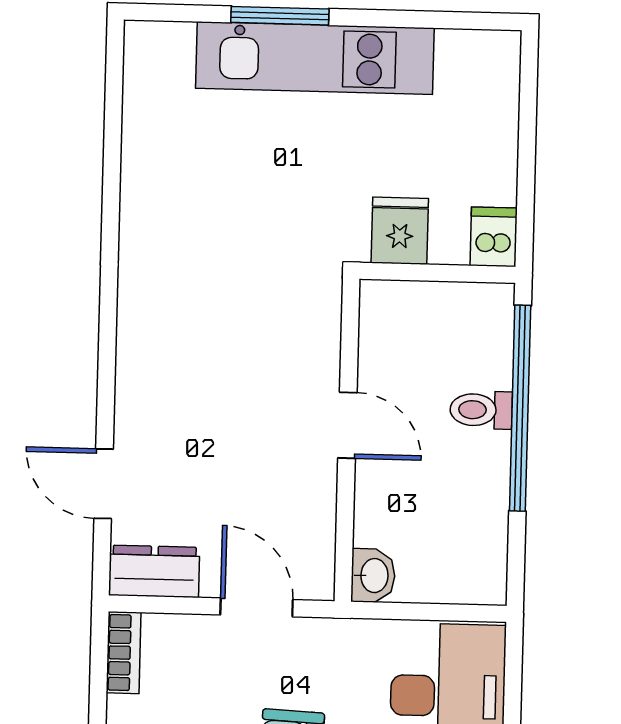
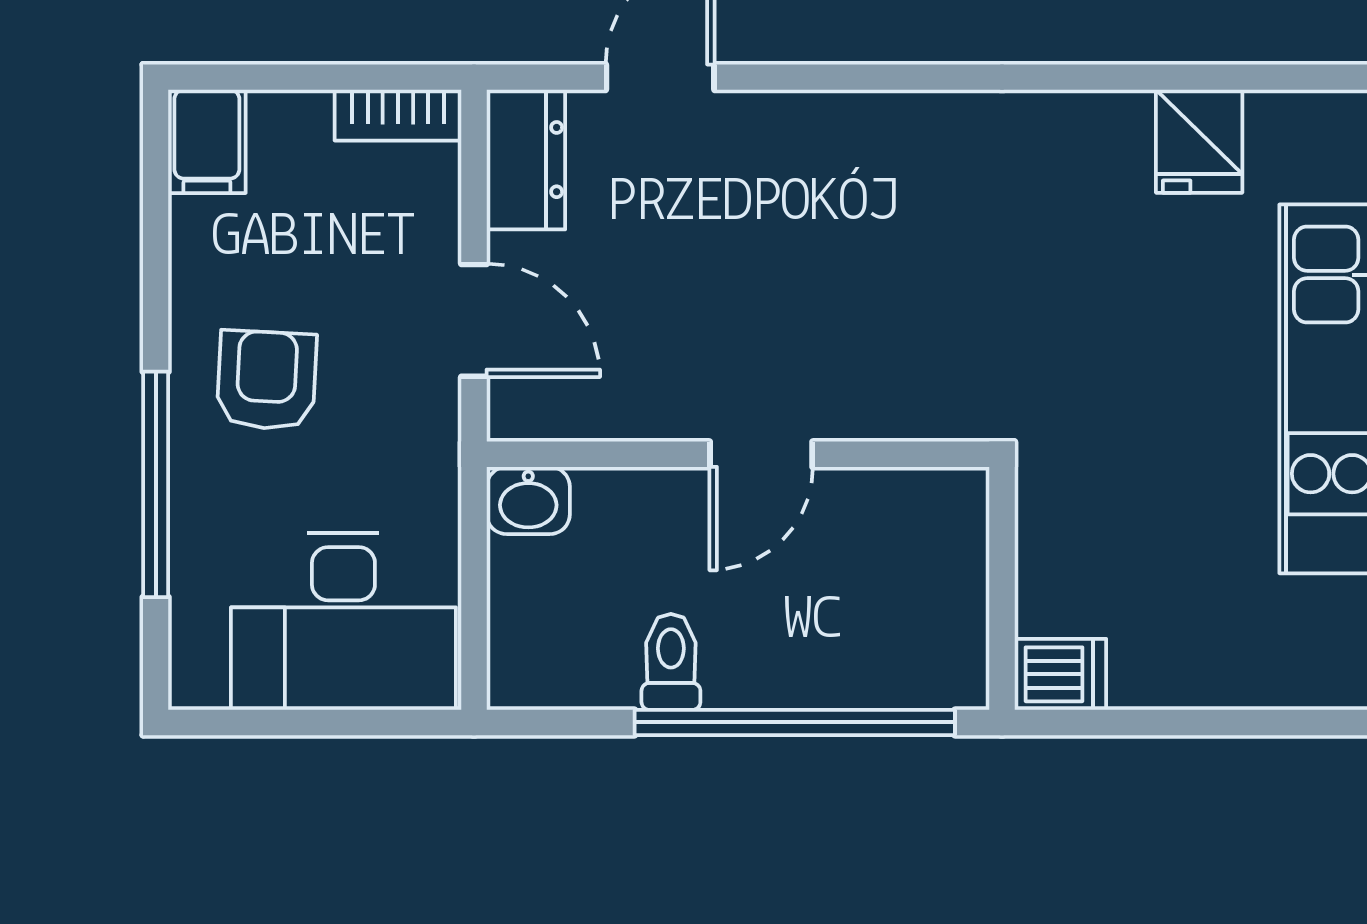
fridge: (400, 231) -> (1199, 141), moved, turned 90
toilet: (481, 410) -> (671, 662), moved
door: (257, 607) -> (474, 320), hinge flipped

